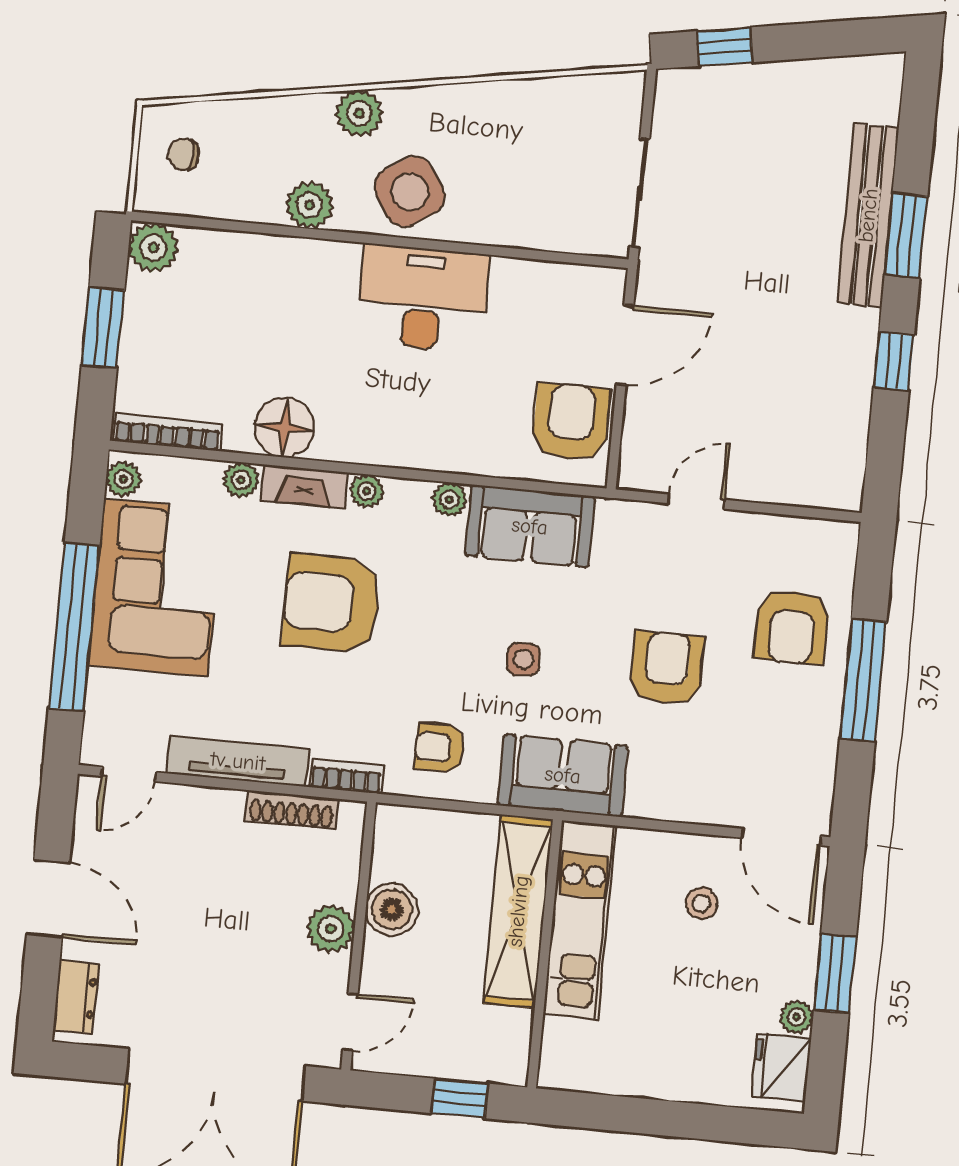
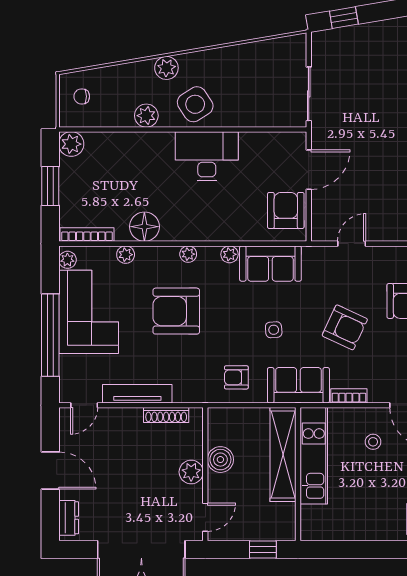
fireplace: (304, 486) -> (157, 255), removed
armchair: (667, 668) -> (345, 327), turned 115
bookcase: (346, 776) -> (349, 396), moved

